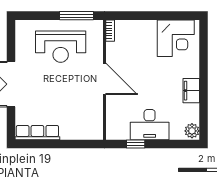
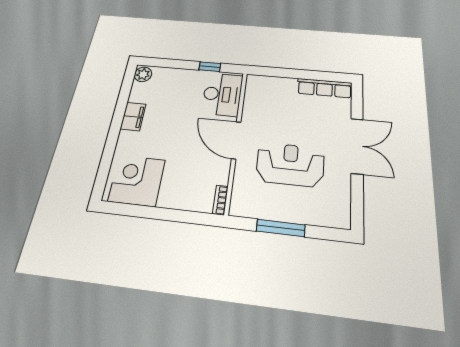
window: (76, 16) -> (281, 228), moved
reception desk: (61, 47) -> (290, 164), moved
desk: (150, 125) -> (222, 94), moved, turned 90

